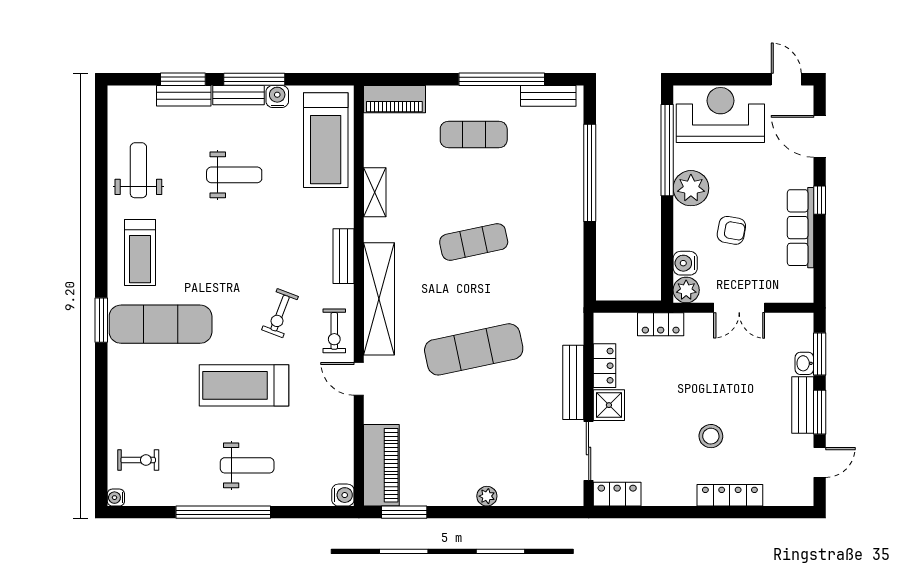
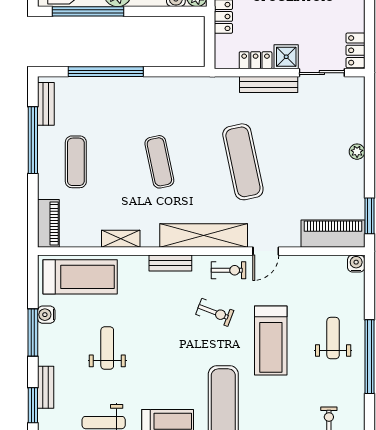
window: (183, 79) -> (33, 405), moved
bench: (238, 95) -> (45, 345), removed

